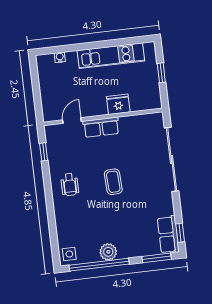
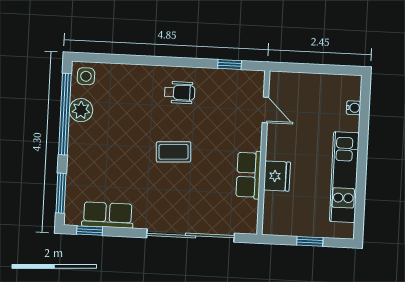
row of seats: (101, 127) -> (249, 175), moved
wheelchair: (70, 185) -> (180, 92), turned 180
row of seats: (168, 235) -> (108, 215), moved
plant: (108, 252) -> (81, 110), moved

